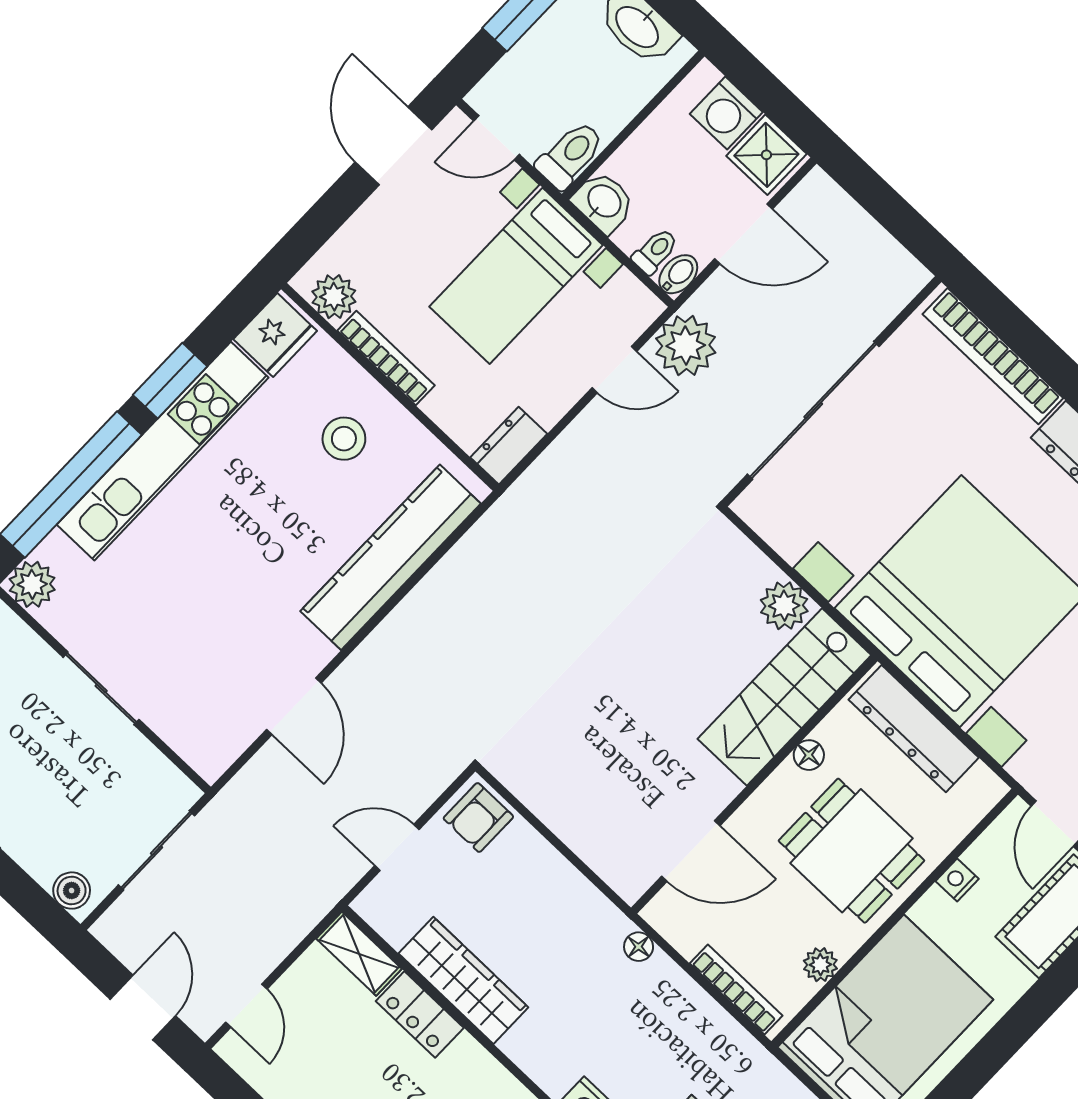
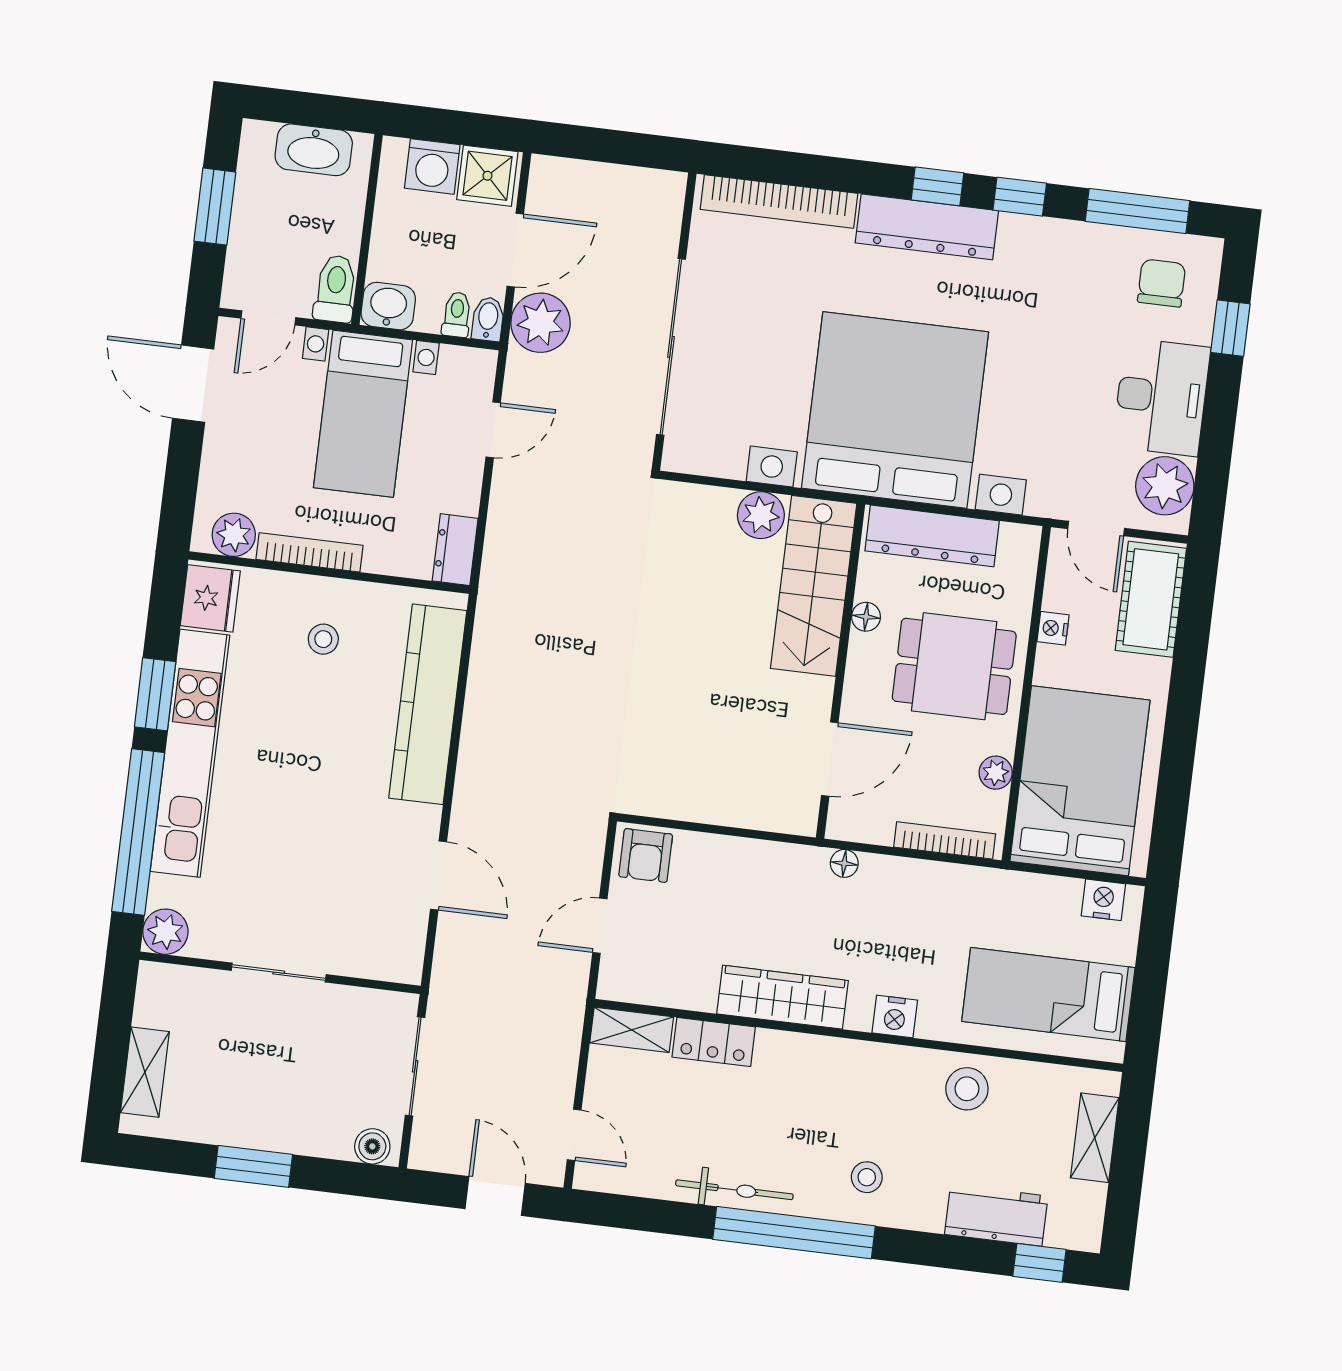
plant: (686, 346) -> (541, 323), moved
stool: (344, 439) -> (323, 639), width x0.73, depth x0.73
wardrobe: (463, 980) -> (783, 997), moved

